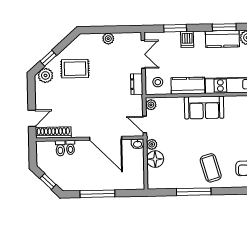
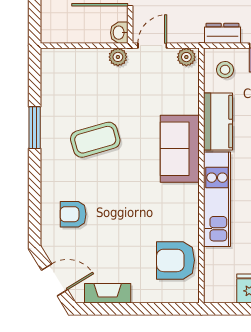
floor lamp: (155, 159) -> (92, 62), removed
coffee table: (211, 168) -> (95, 140), moved
window: (194, 192) -> (35, 128), width x0.69

